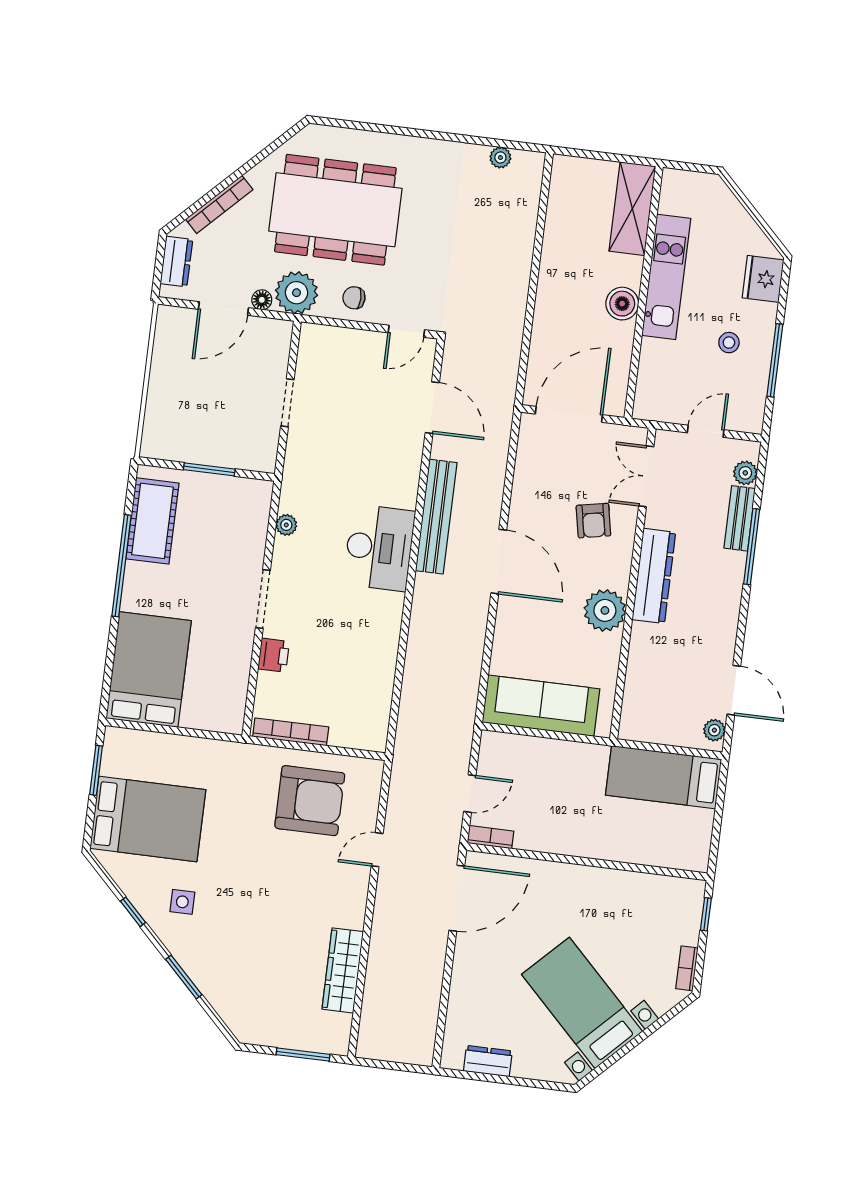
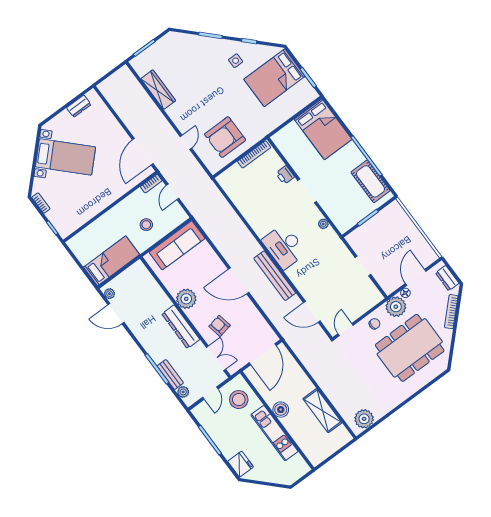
plant: (500, 157) -> (364, 419), width x1.88, depth x1.88
shelving: (632, 209) -> (322, 411), moved
stool: (729, 343) -> (239, 400), moved, width x1.89, depth x1.89
stool: (558, 782) -> (146, 225), added

